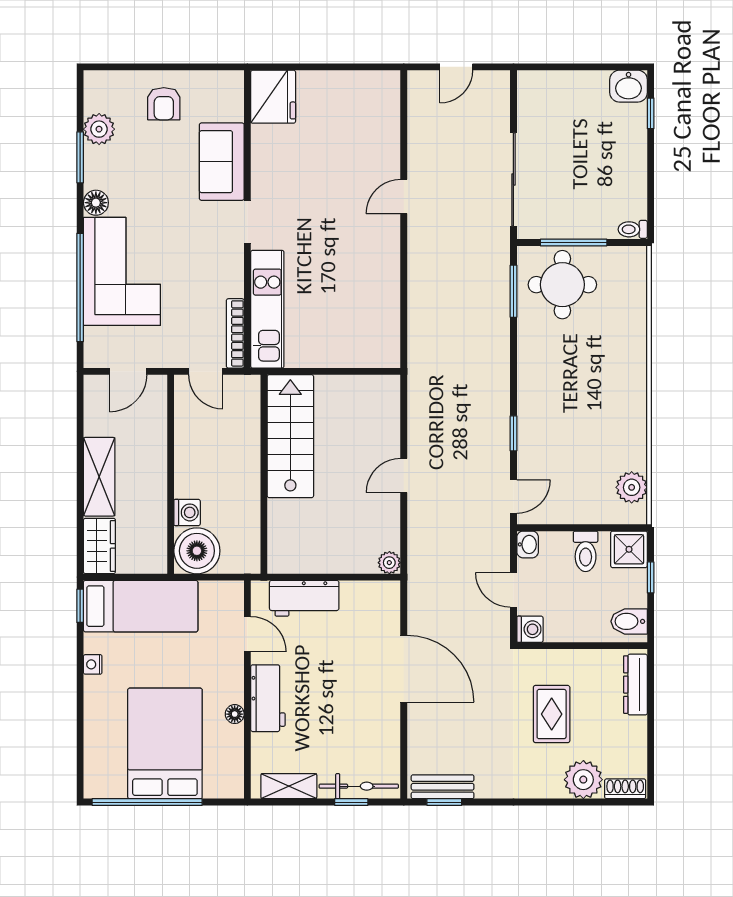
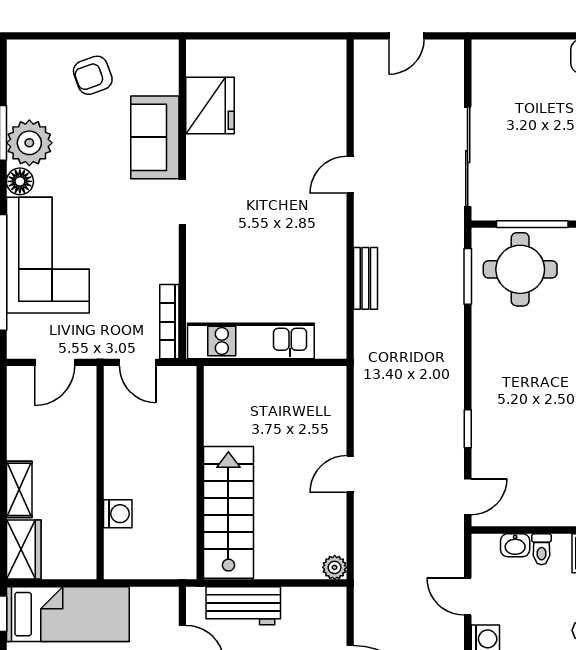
fridge: (273, 97) -> (210, 105), moved
armchair: (164, 104) -> (93, 75), turned 70
plant: (99, 129) -> (29, 143), moved, width x1.36, depth x1.36
bench: (418, 293) -> (365, 278), added
kitchen unit: (267, 309) -> (251, 341), moved, turned -90
stairs: (290, 436) -> (228, 512), moved
shelving: (99, 477) -> (19, 489), width x0.67, depth x0.75
washbasin: (528, 544) -> (515, 545), moved, turned 90
boiler: (197, 551) -> (128, 555), removed
toilet: (586, 551) -> (542, 549), width x0.73, depth x0.72

